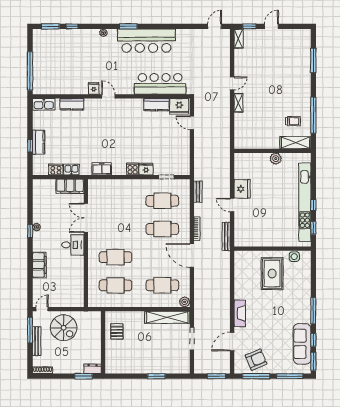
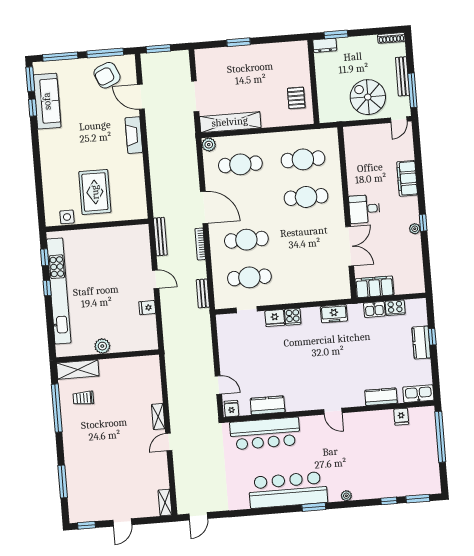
window: (249, 26) -> (87, 525), moved
fridge: (94, 88) -> (401, 417), moved
fridge: (179, 106) -> (231, 409), width x0.53, depth x0.75
fridge: (242, 189) -> (147, 308), width x0.53, depth x0.75
window: (313, 311) -> (36, 147), removed
door: (232, 342) -> (141, 97), swing flipped

